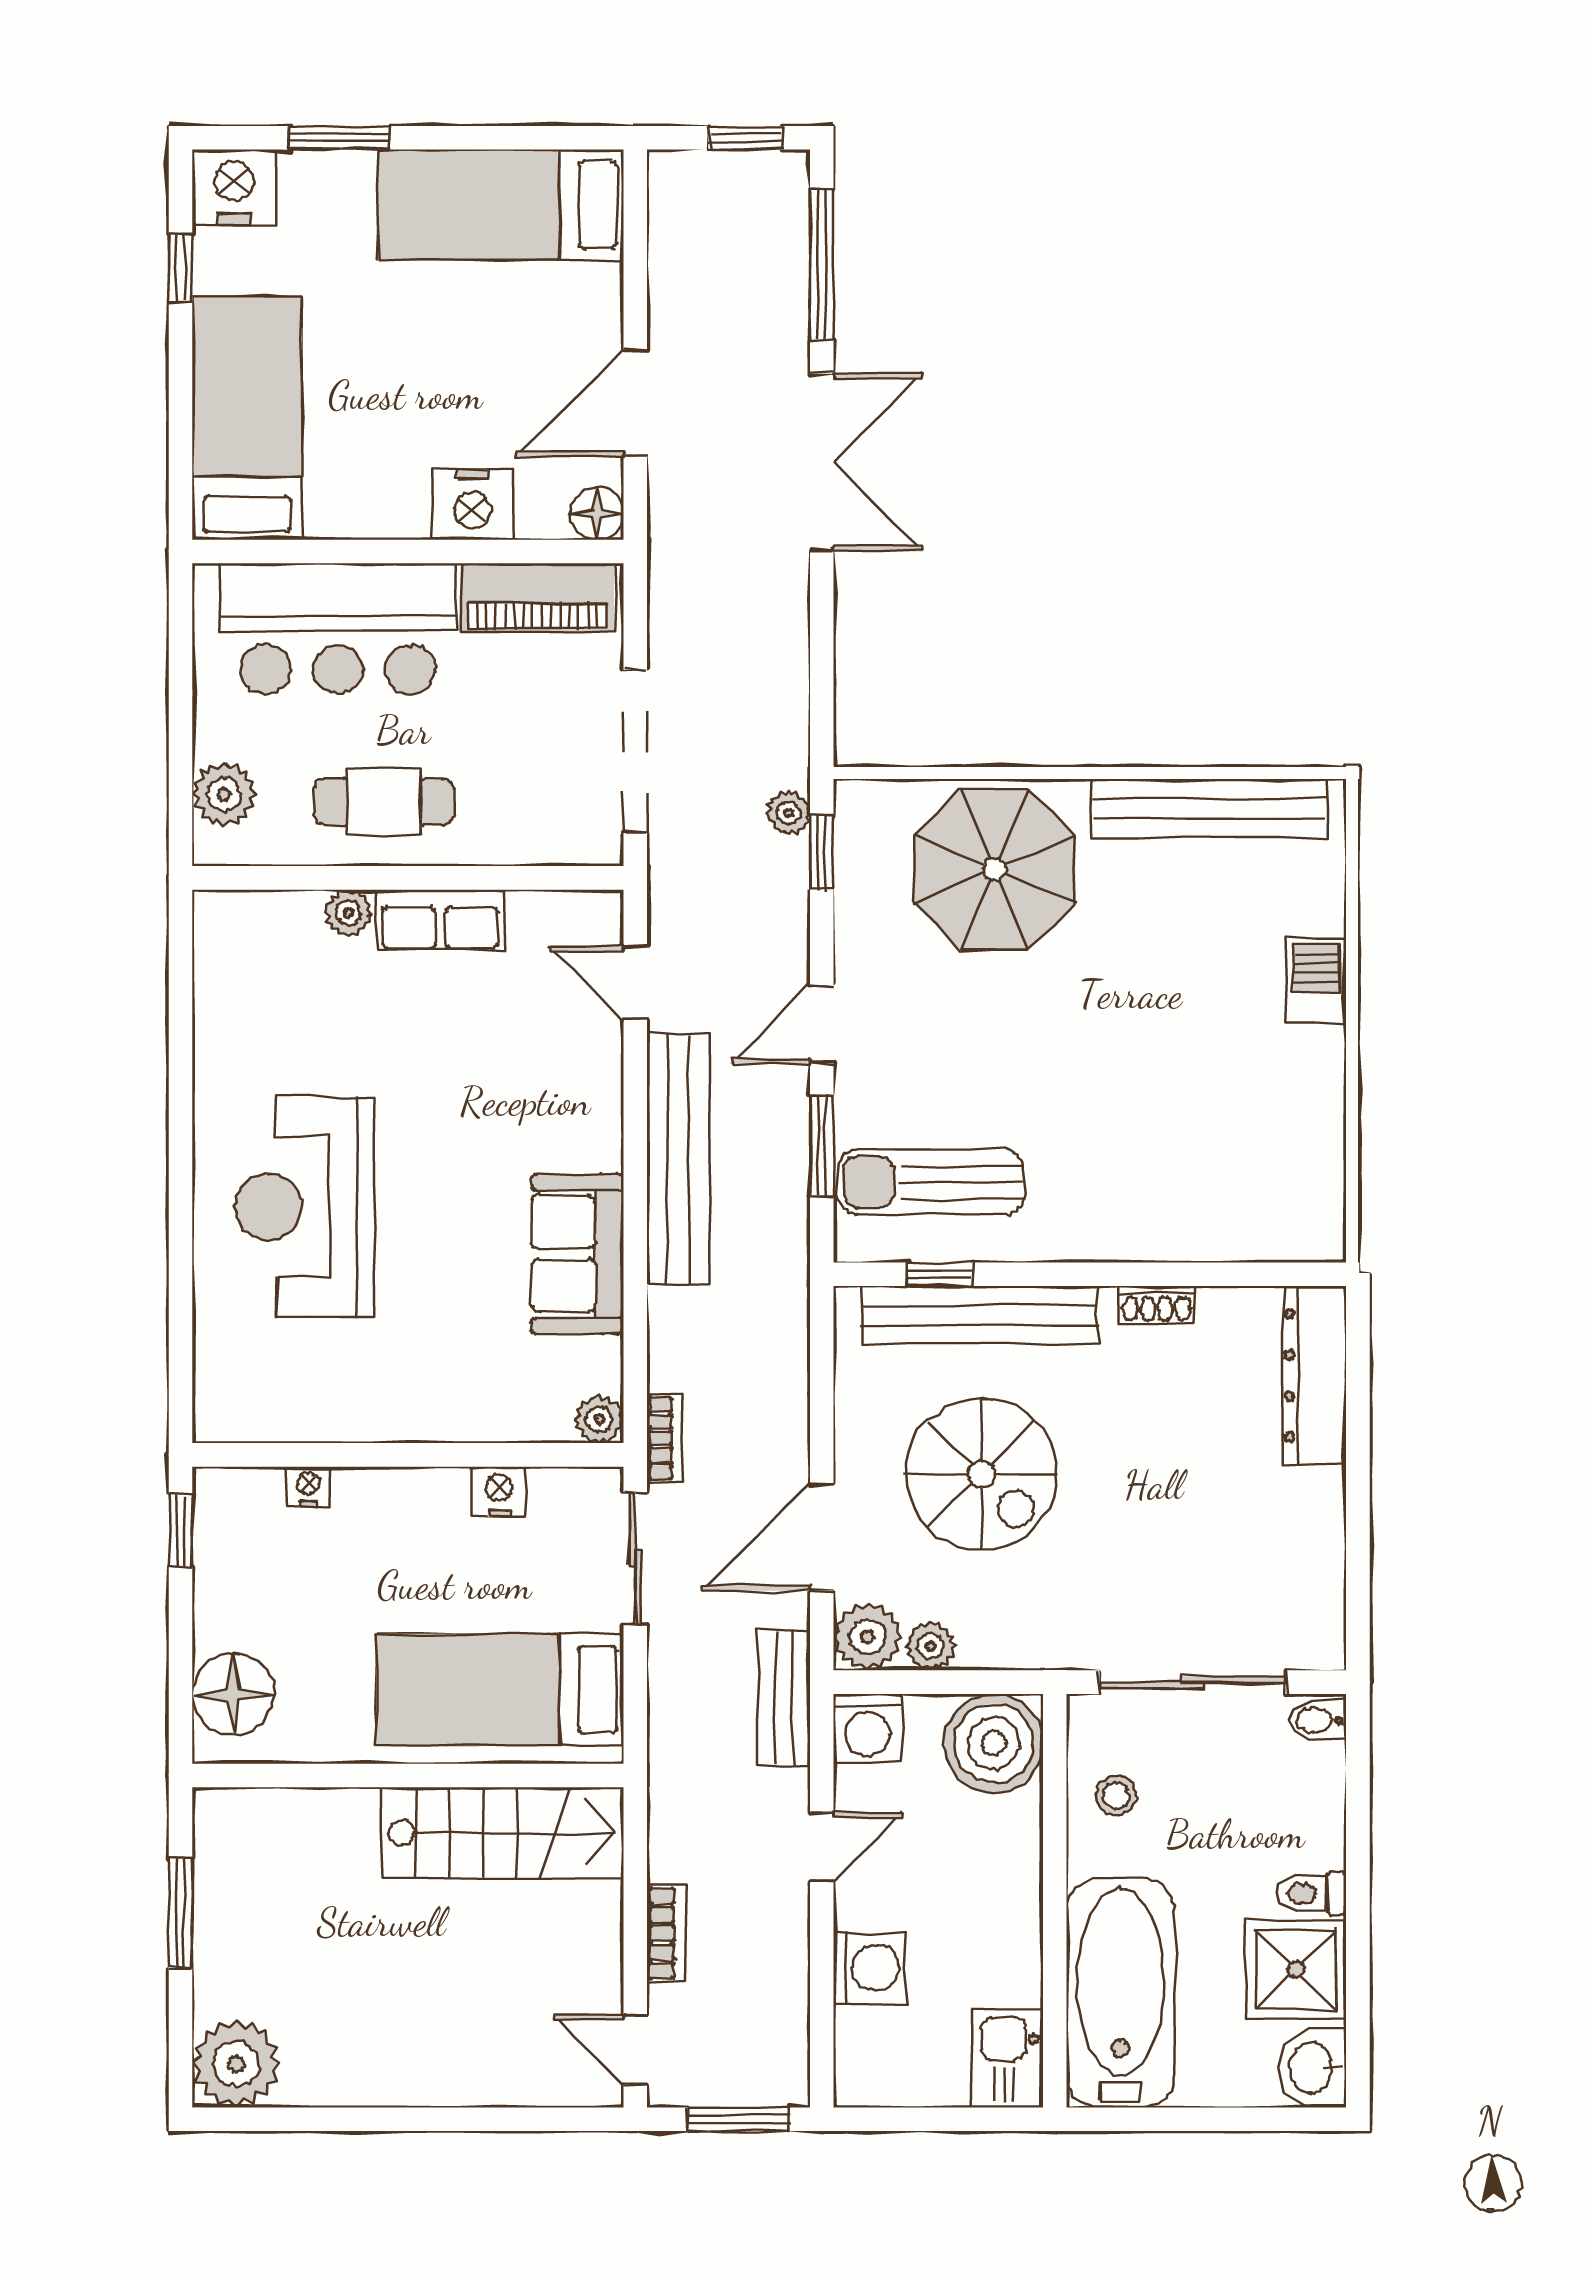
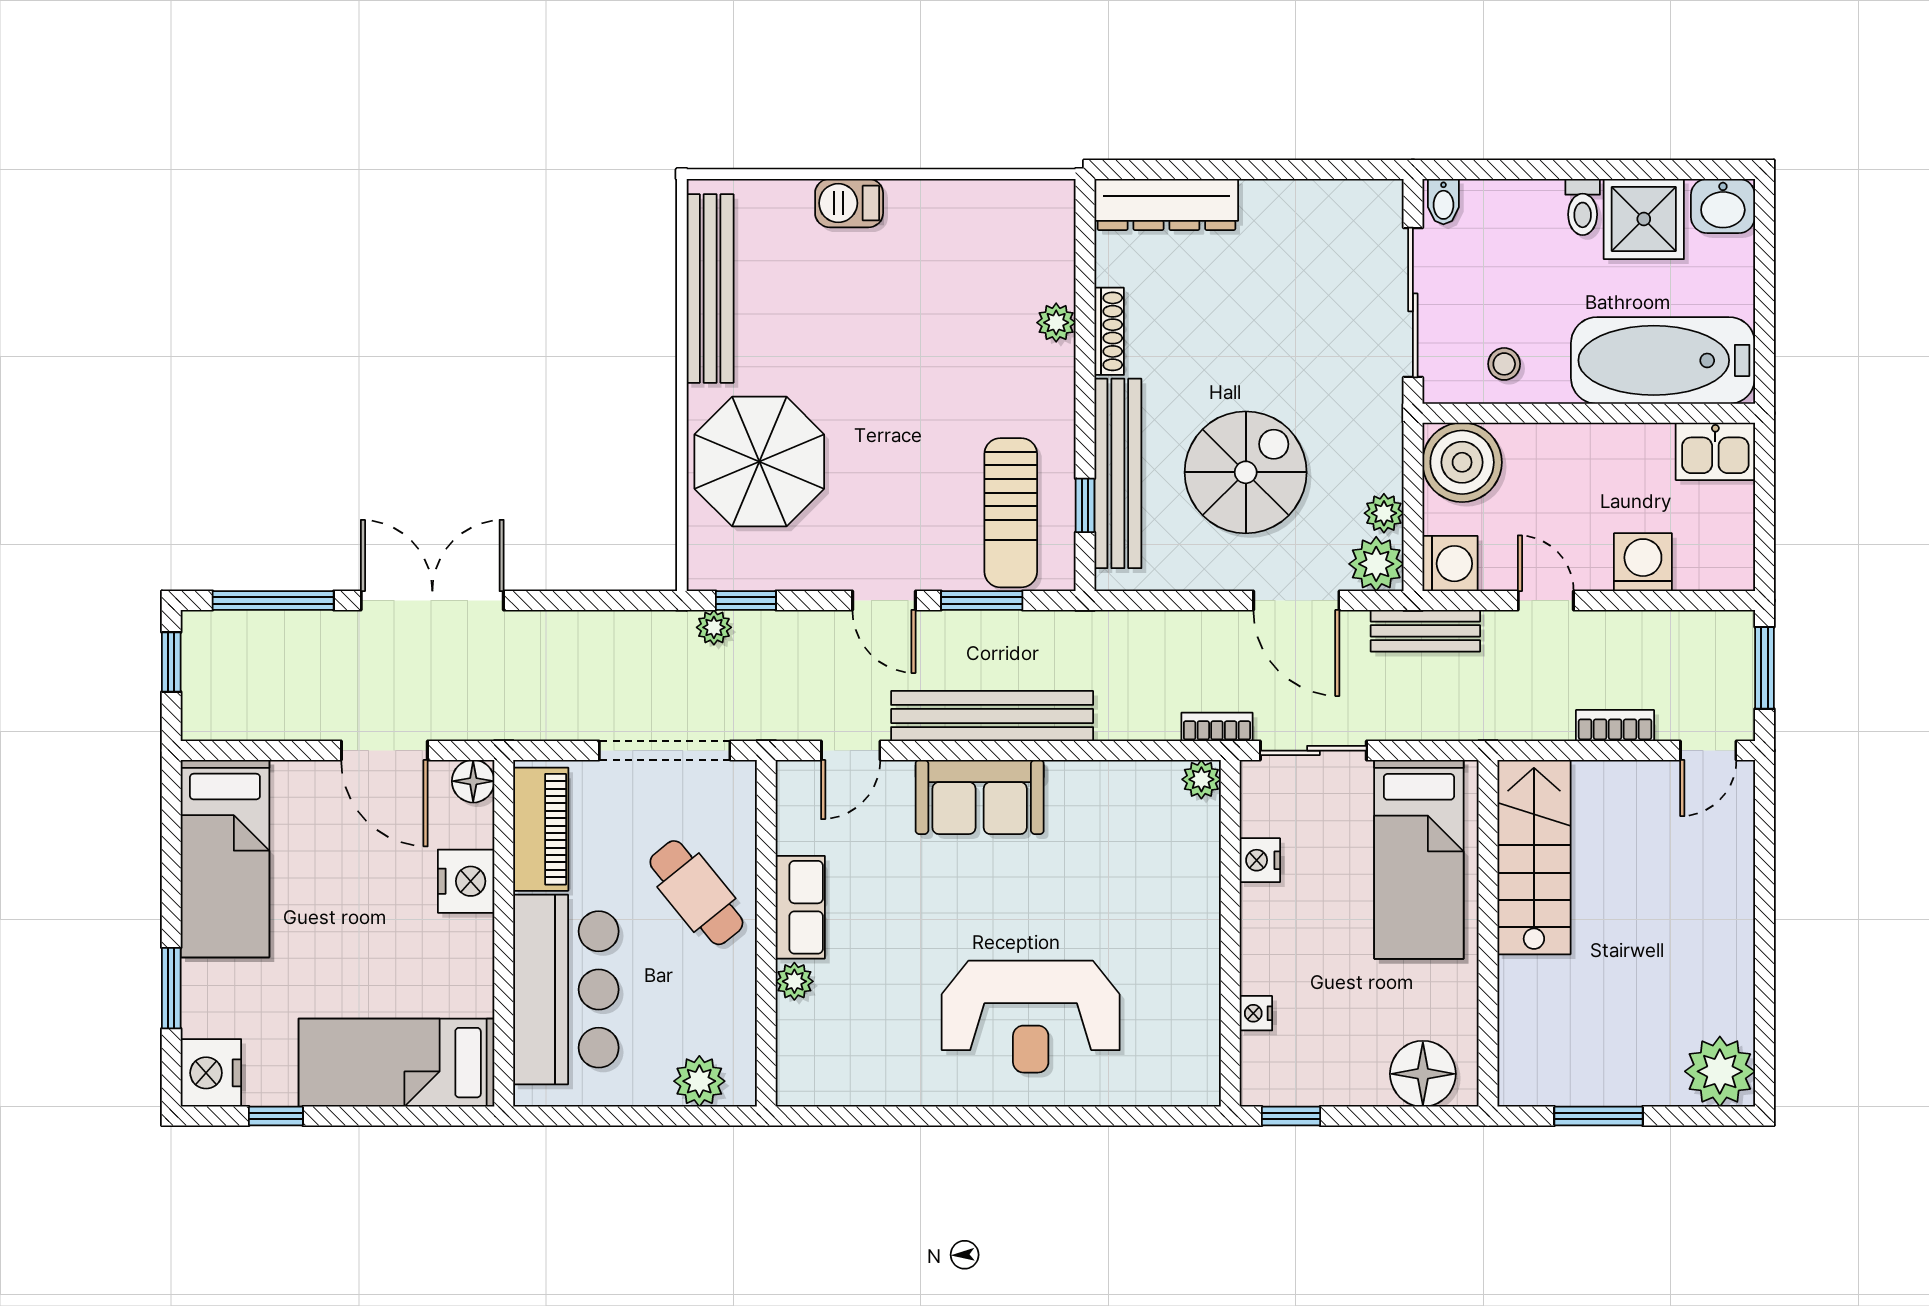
cafe table: (384, 802) -> (696, 893), moved, turned -39
plant: (1168, 1238) -> (1056, 323), added
sofa: (577, 1254) -> (980, 797), moved
shoe rack: (1157, 1304) -> (1109, 331), width x1.43

